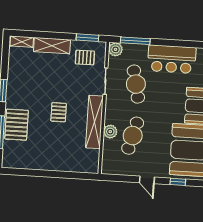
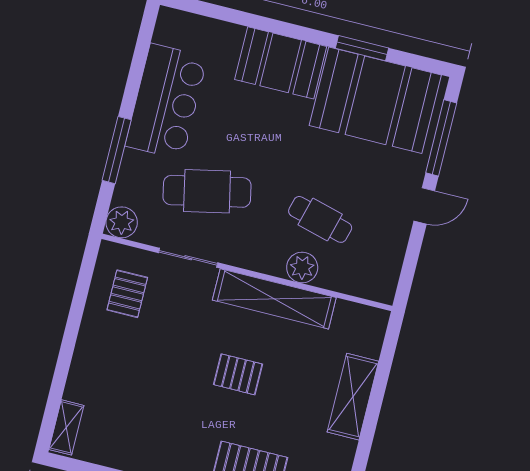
window: (87, 38) -> (84, 280), removed
window: (135, 41) -> (117, 150), moved
shelving: (52, 46) -> (353, 397), moved
cafe table: (133, 136) -> (320, 219), width x0.73, depth x0.74
window: (178, 182) -> (441, 138), width x2.17

